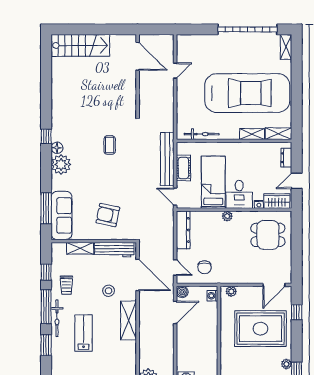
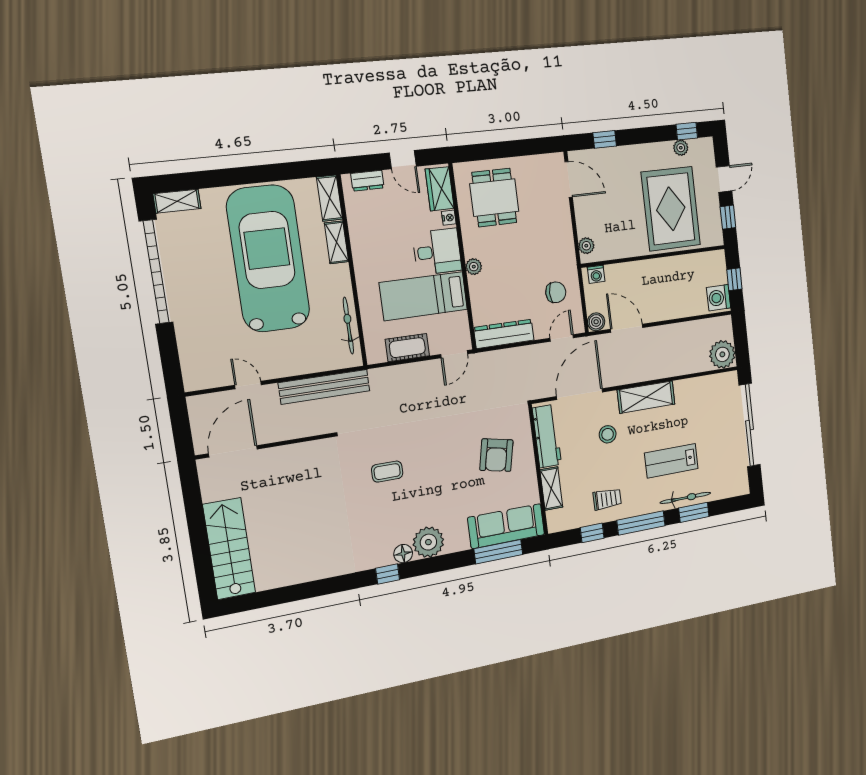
bench: (167, 159) -> (324, 387), moved
bicycle: (57, 318) -> (685, 498), moved
rug: (260, 329) -> (671, 209), moved

